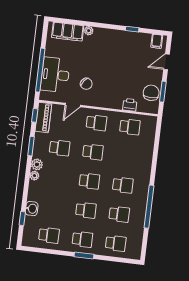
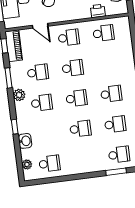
door: (73, 105) -> (40, 26), hinge flipped
plant: (34, 176) -> (27, 164), moved
window: (22, 219) -> (15, 127), moved
school desk: (82, 239) -> (42, 103), moved
window: (84, 256) -> (116, 172), moved

